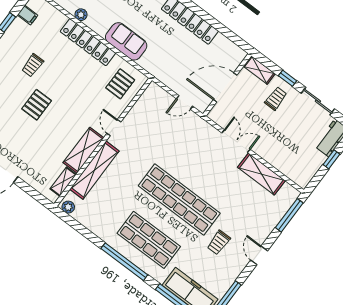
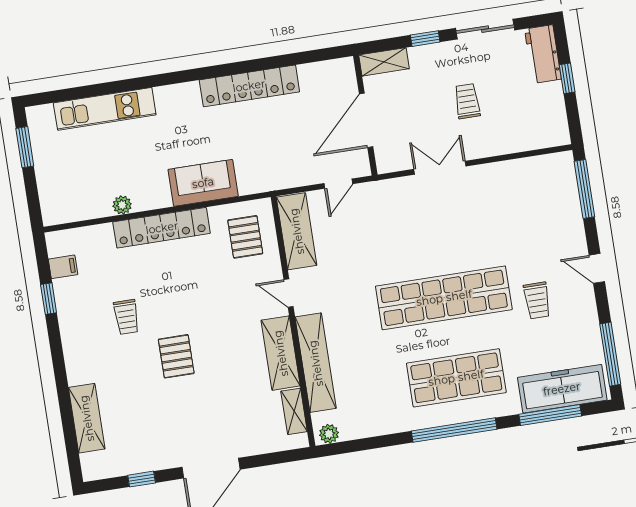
trolley: (276, 98) -> (467, 101), moved
shelving: (261, 174) -> (297, 231), moved, turned 90

